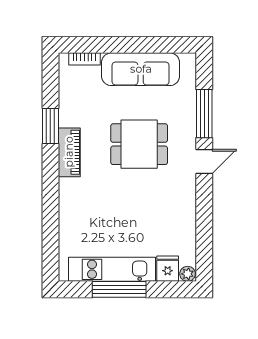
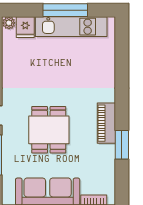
dining table: (139, 144) -> (49, 130), turned 90

